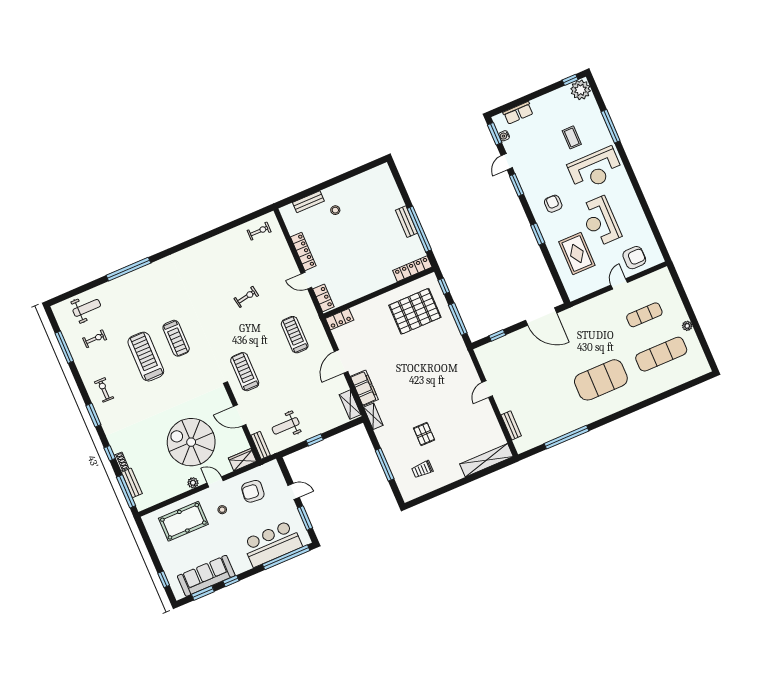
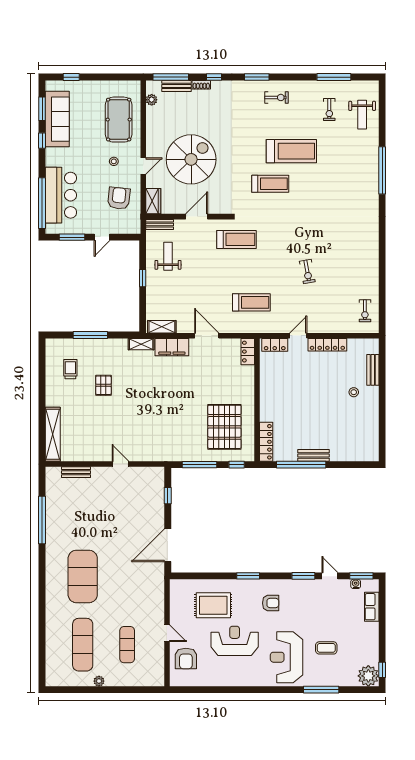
treadmill: (176, 338) -> (270, 184), moved, turned 180
pallet: (424, 434) -> (103, 385), turned 90
plant: (193, 483) -> (152, 100), moved

